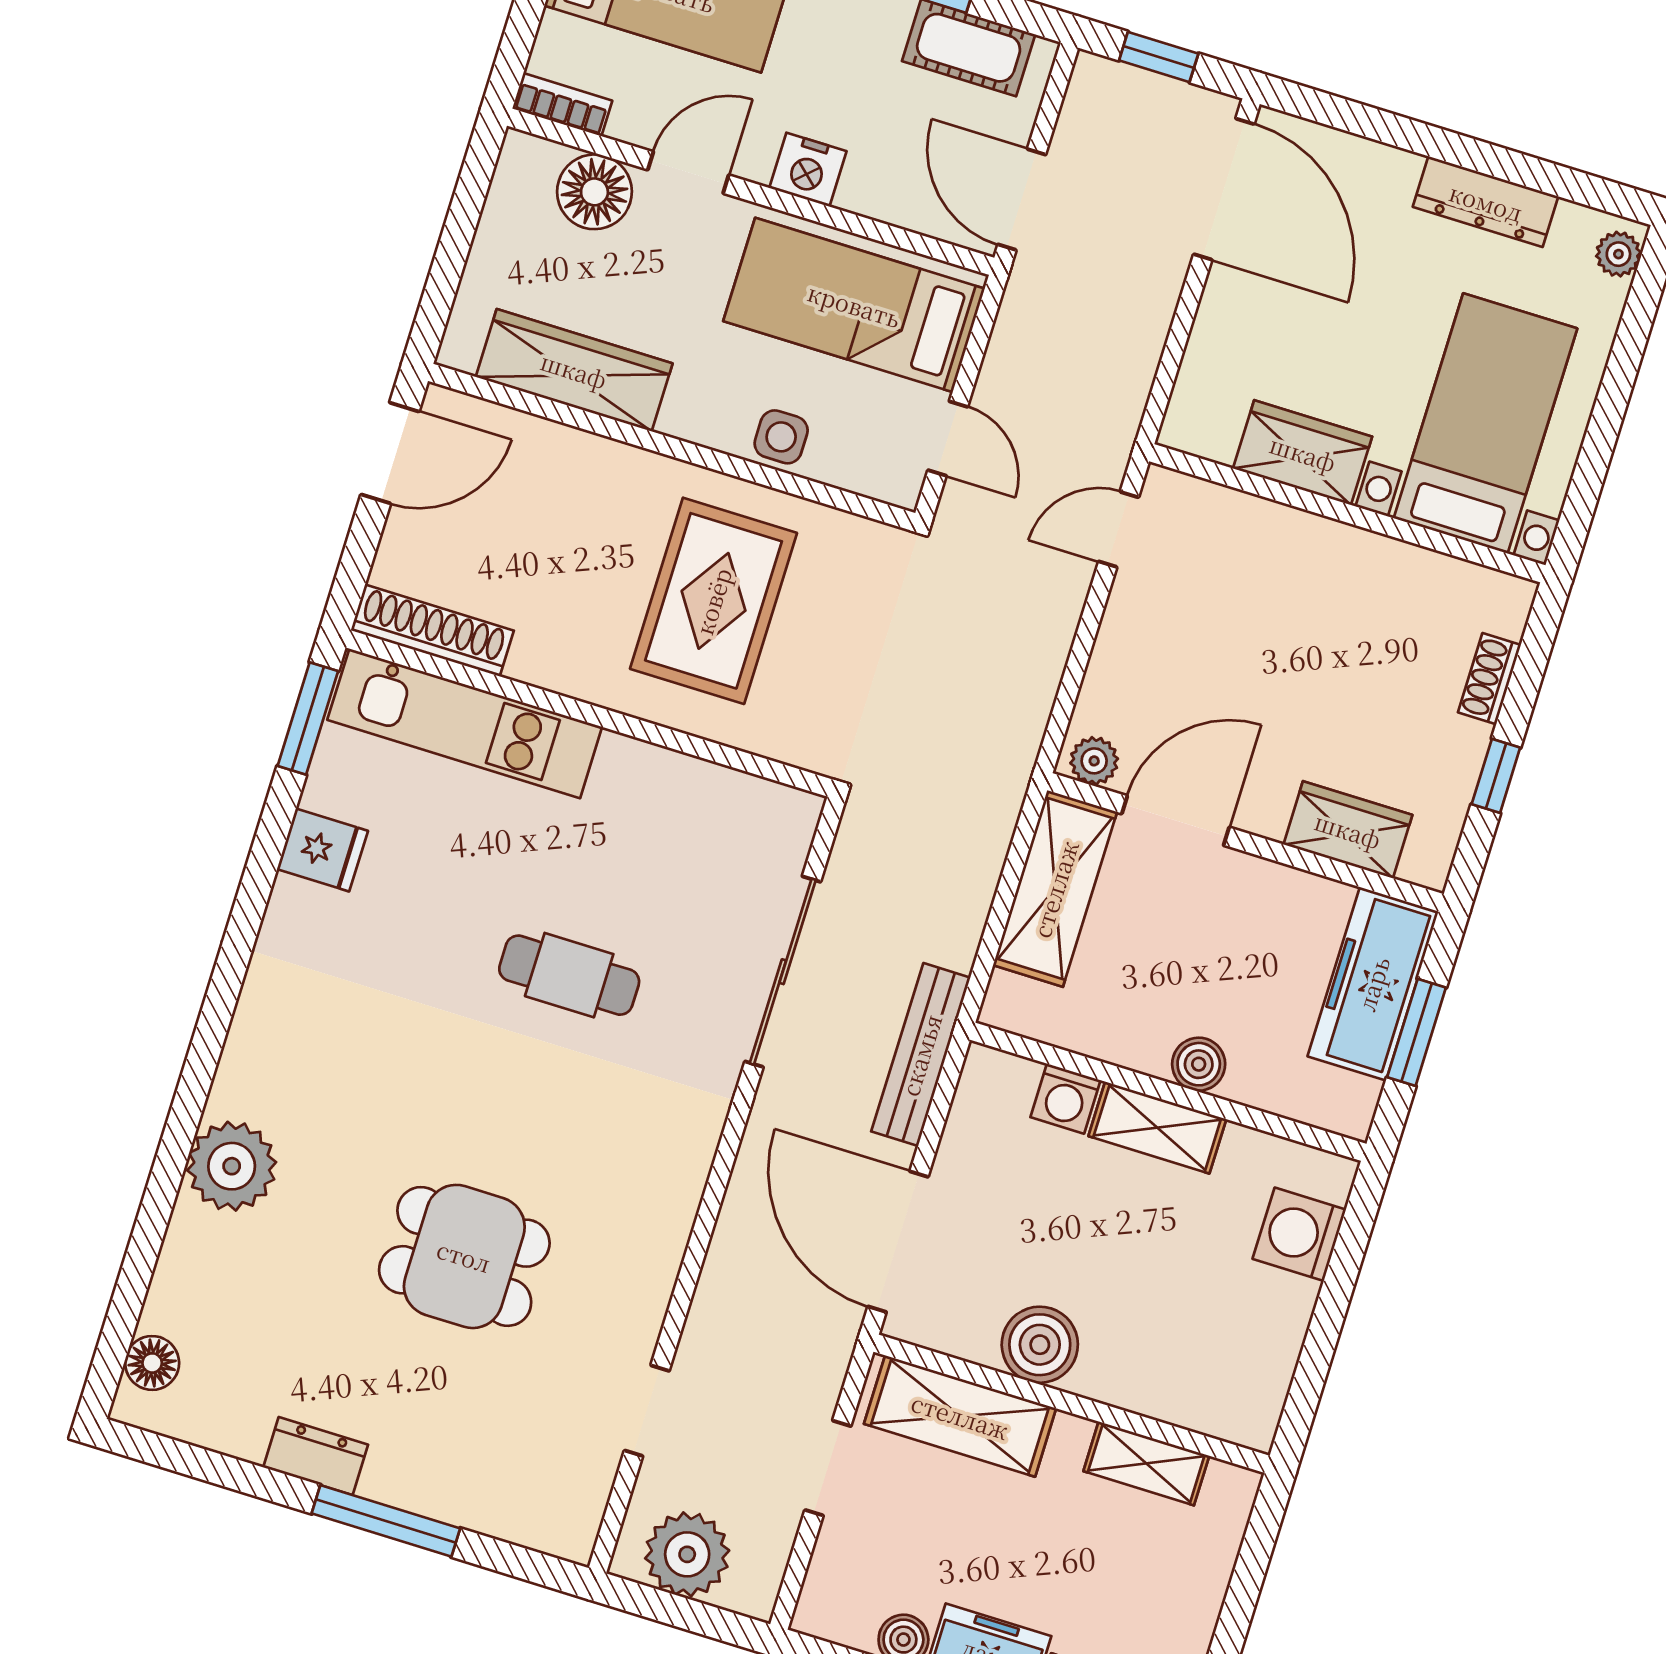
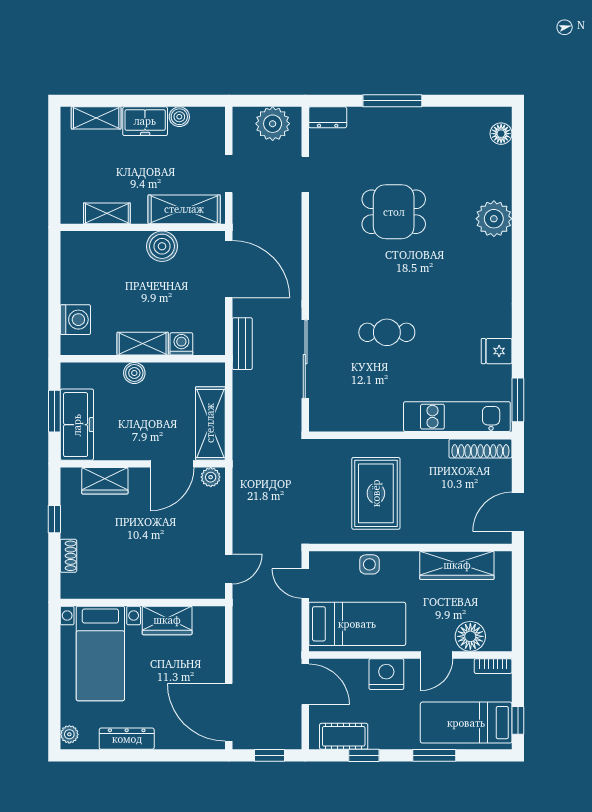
nightstand: (808, 170) -> (386, 674), width x1.36, depth x1.33
bench: (921, 1055) -> (242, 344), width x0.73
dresser: (316, 1456) -> (328, 117), moved

